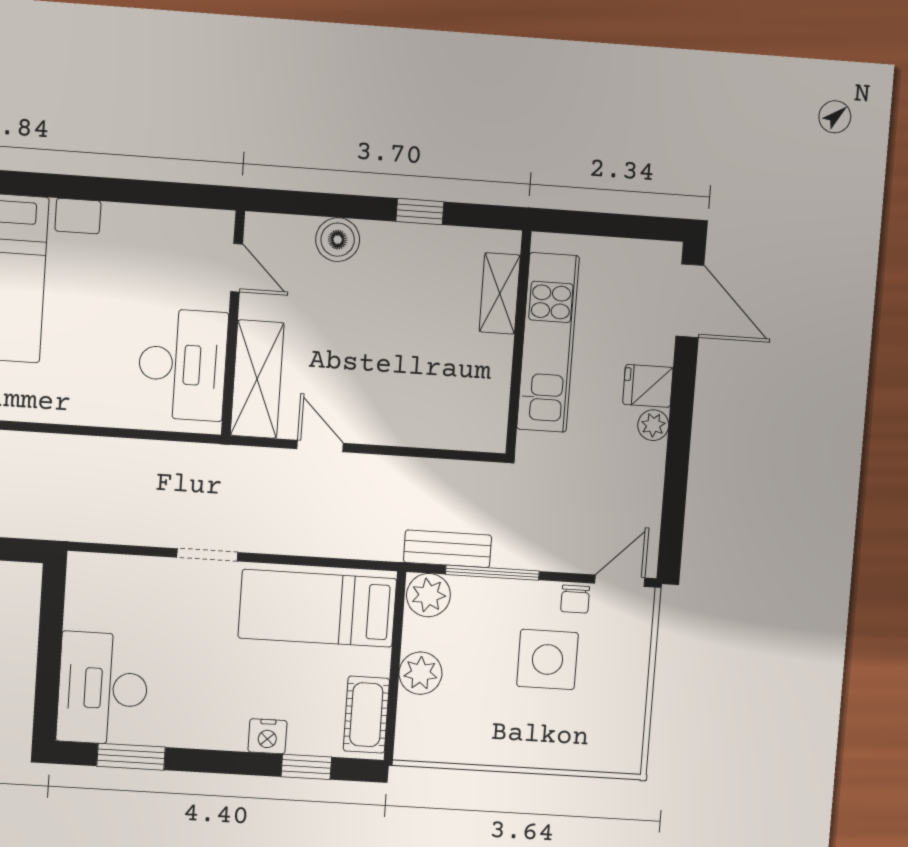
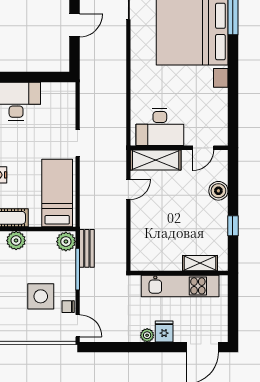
plant: (420, 673) -> (16, 240), moved

